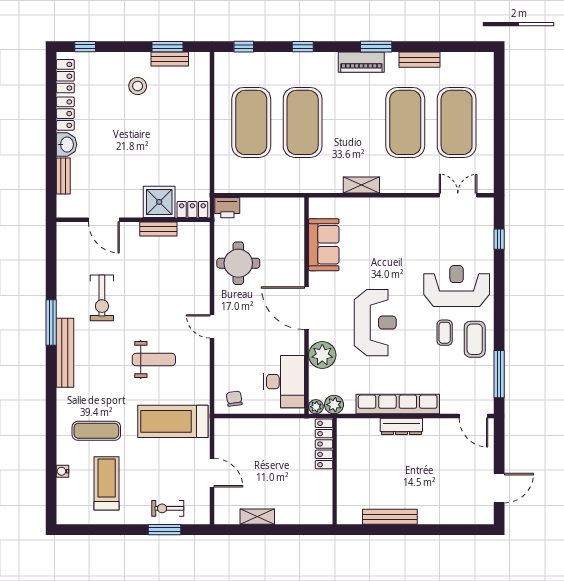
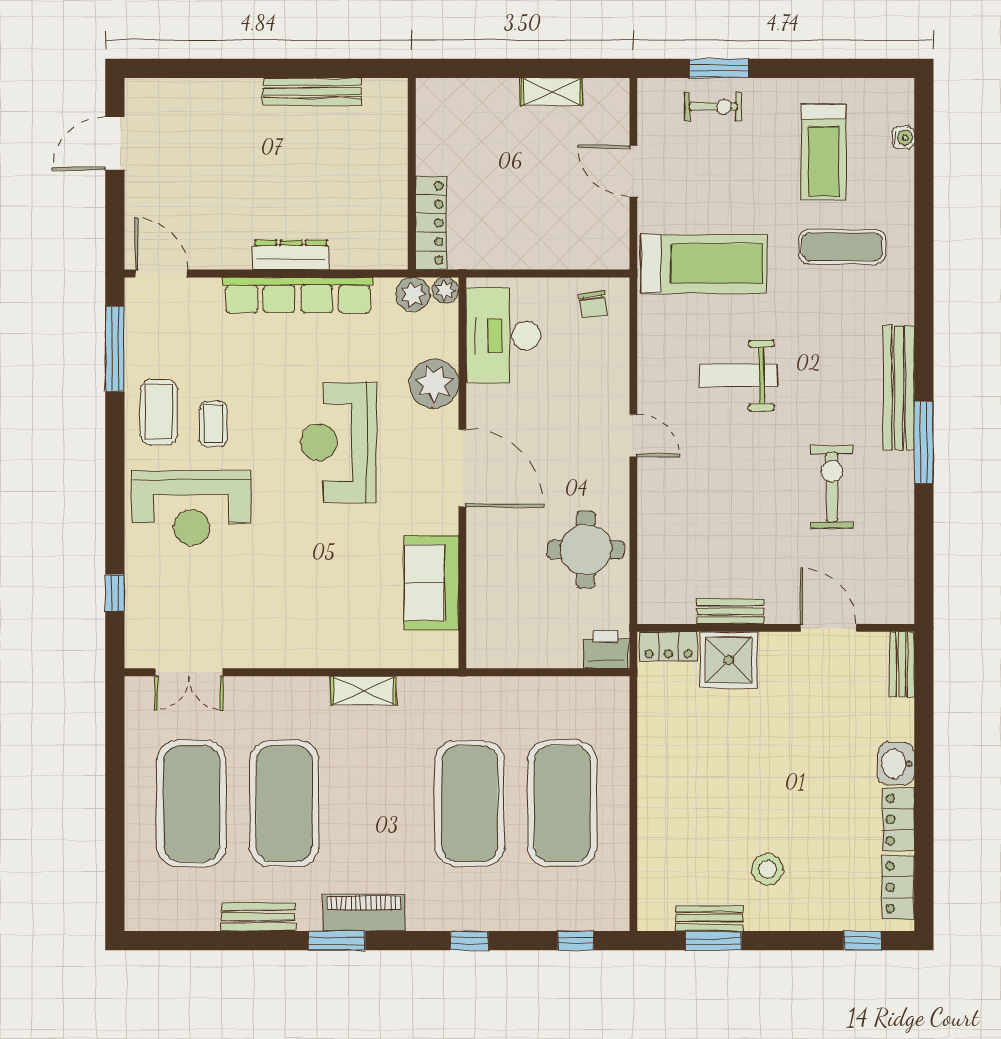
bench: (63, 176) -> (902, 664), moved
water cooler: (62, 471) -> (903, 138), moved

